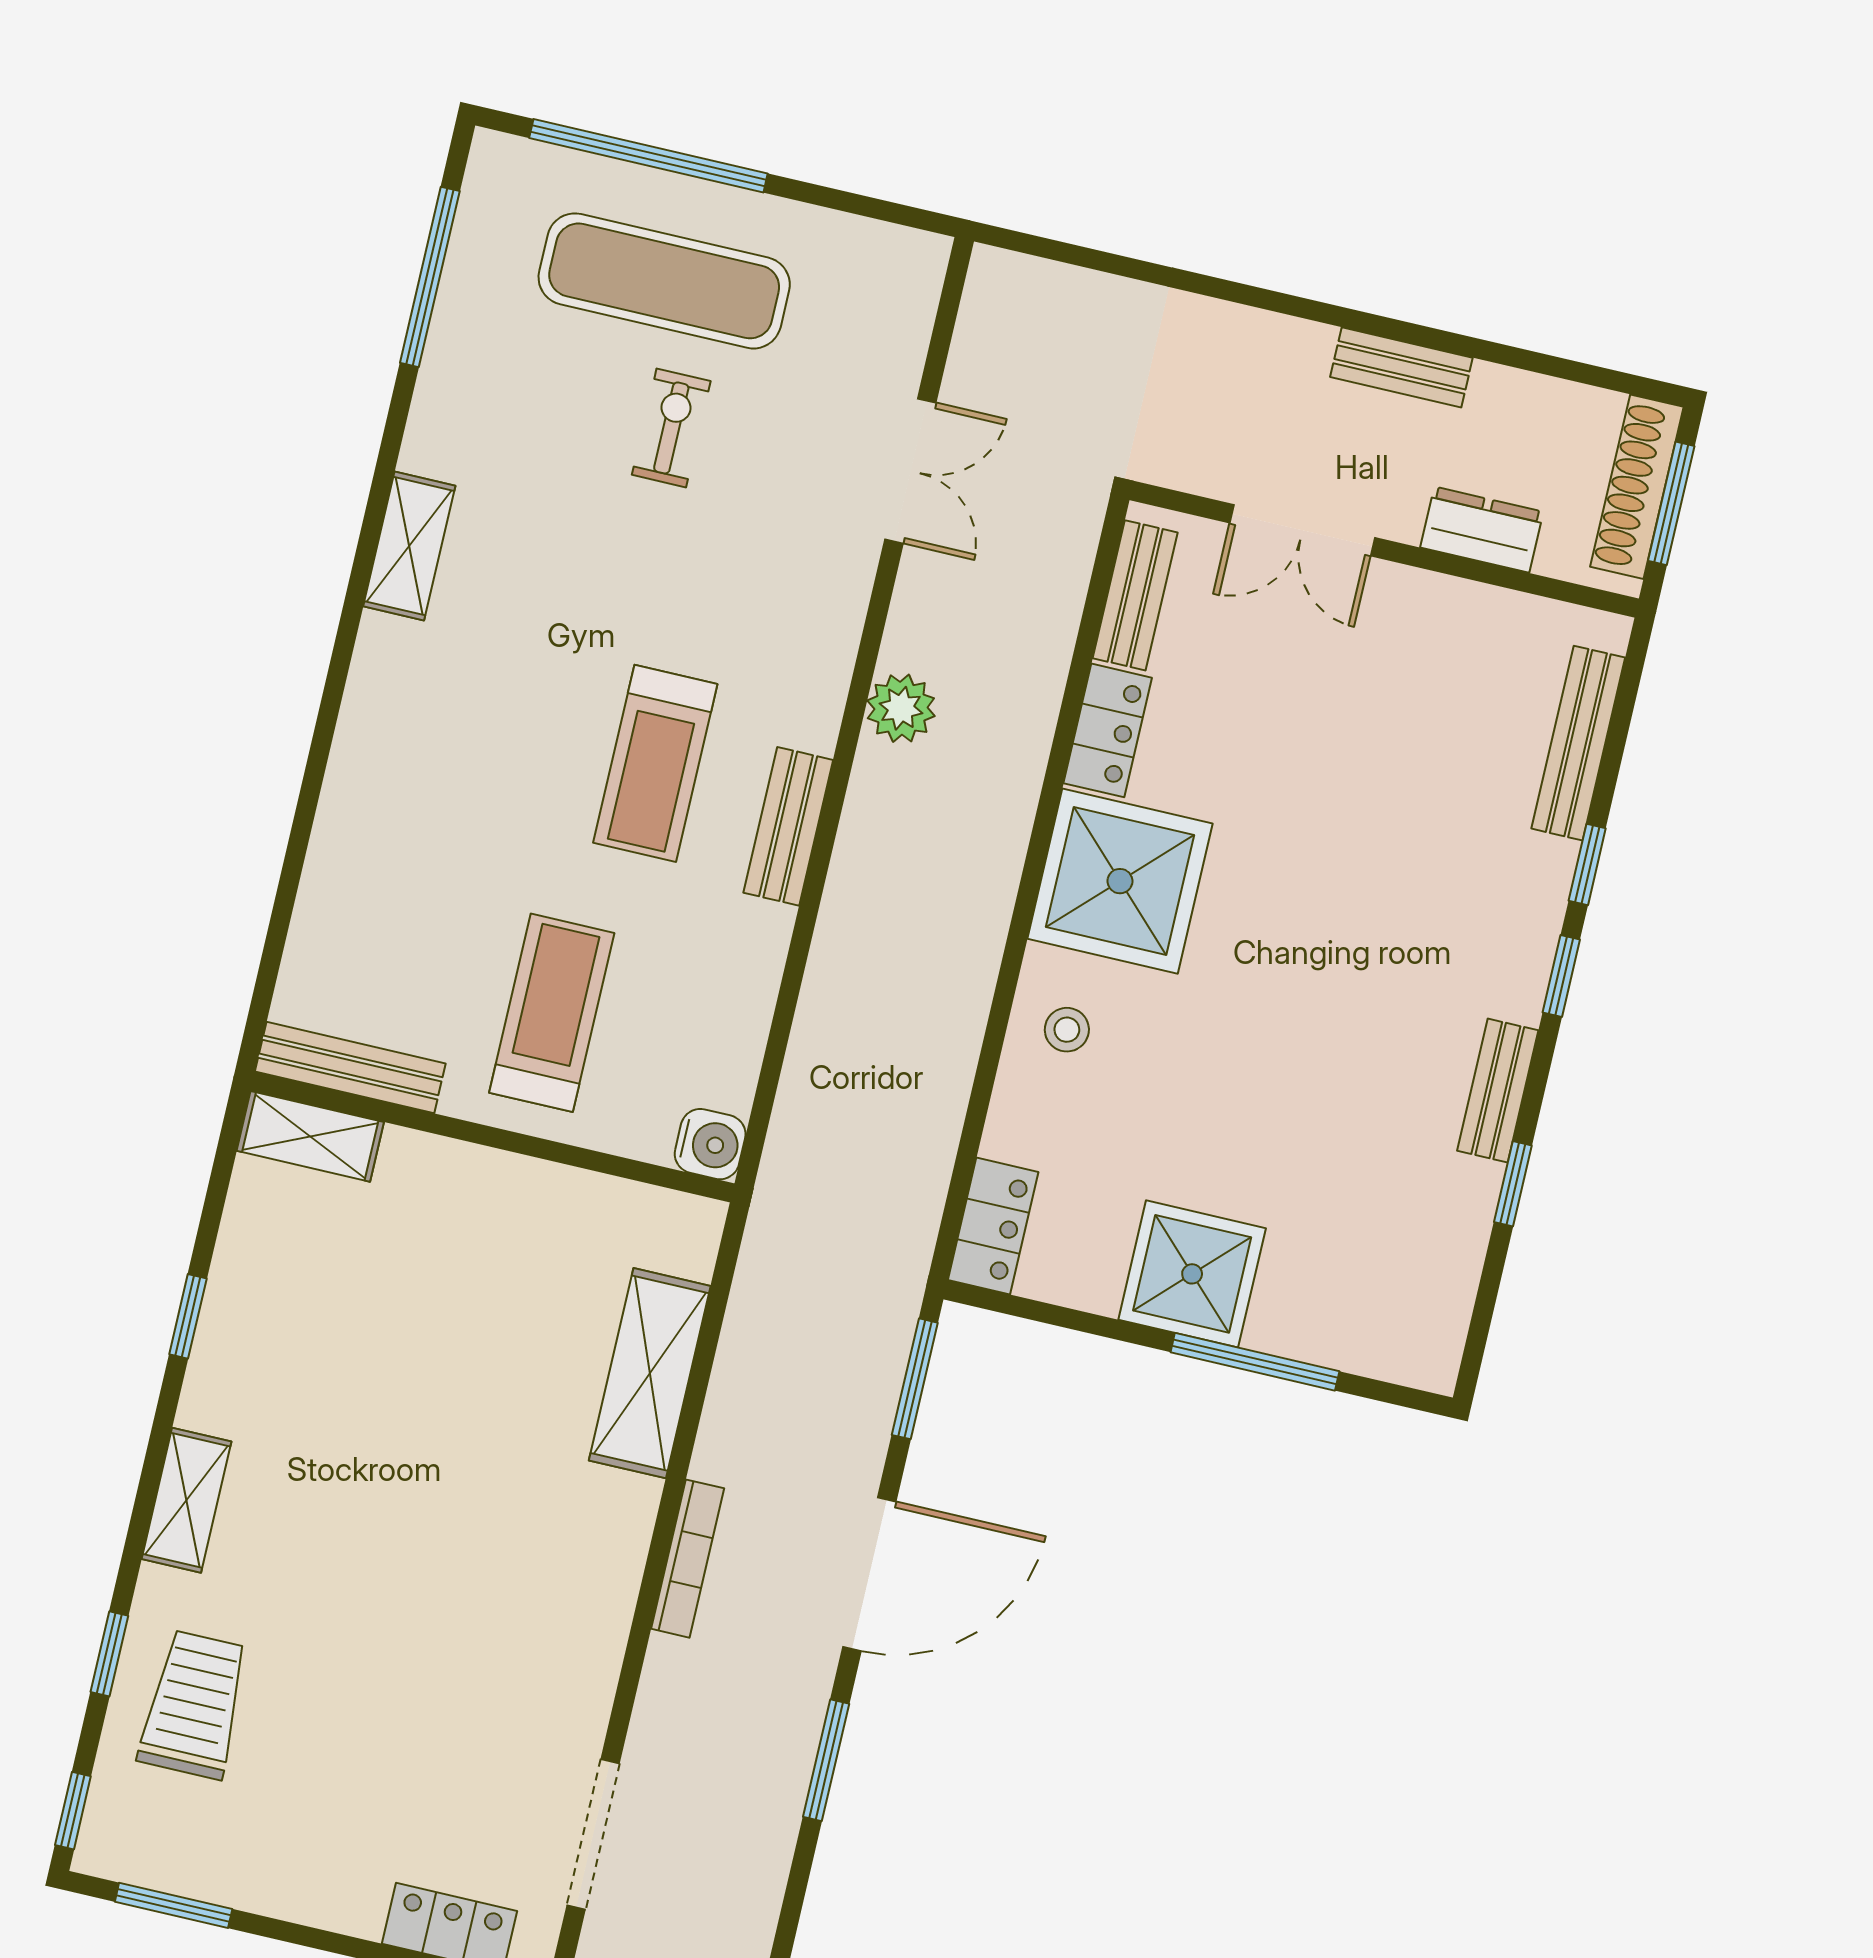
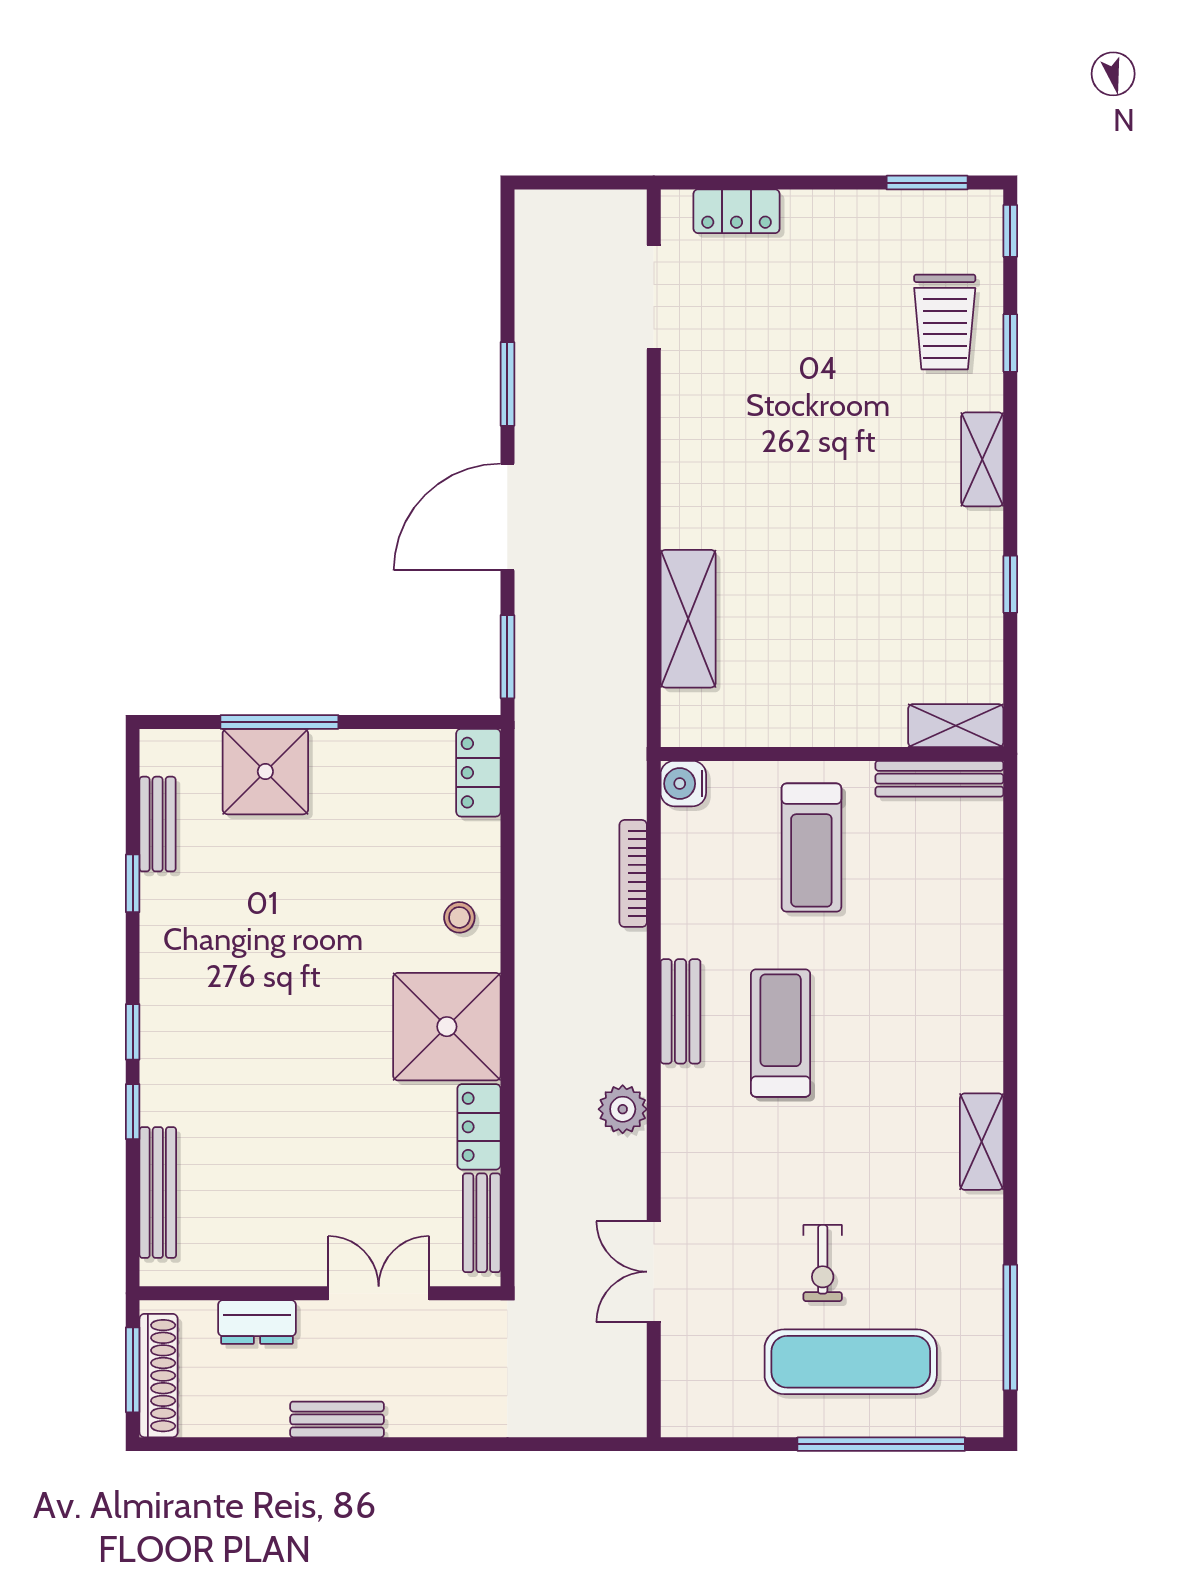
bench: (1498, 1091) -> (158, 824), moved
shower: (1192, 1274) -> (265, 772), moved
bookcase: (688, 1559) -> (633, 873), moved

